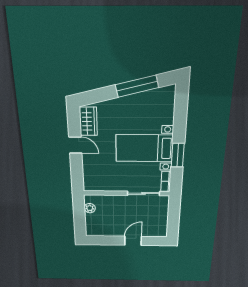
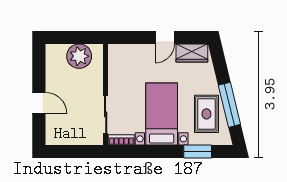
rug: (145, 108) -> (206, 114), added
window: (178, 155) -> (198, 151), moved
plant: (90, 208) -> (79, 56), width x1.87, depth x1.87

